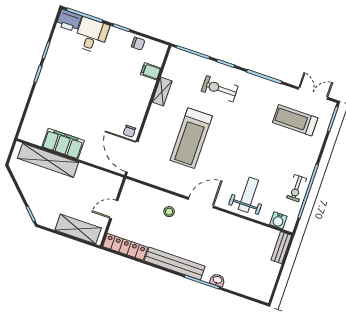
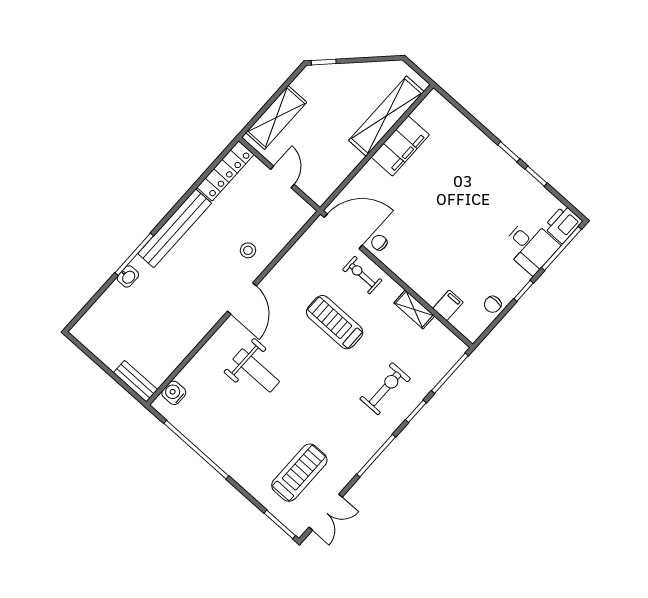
treadmill: (191, 138) -> (335, 322), width x0.73, depth x0.73
exercise bike: (297, 188) -> (362, 275), moved
weight bench: (248, 195) -> (256, 370), moved

